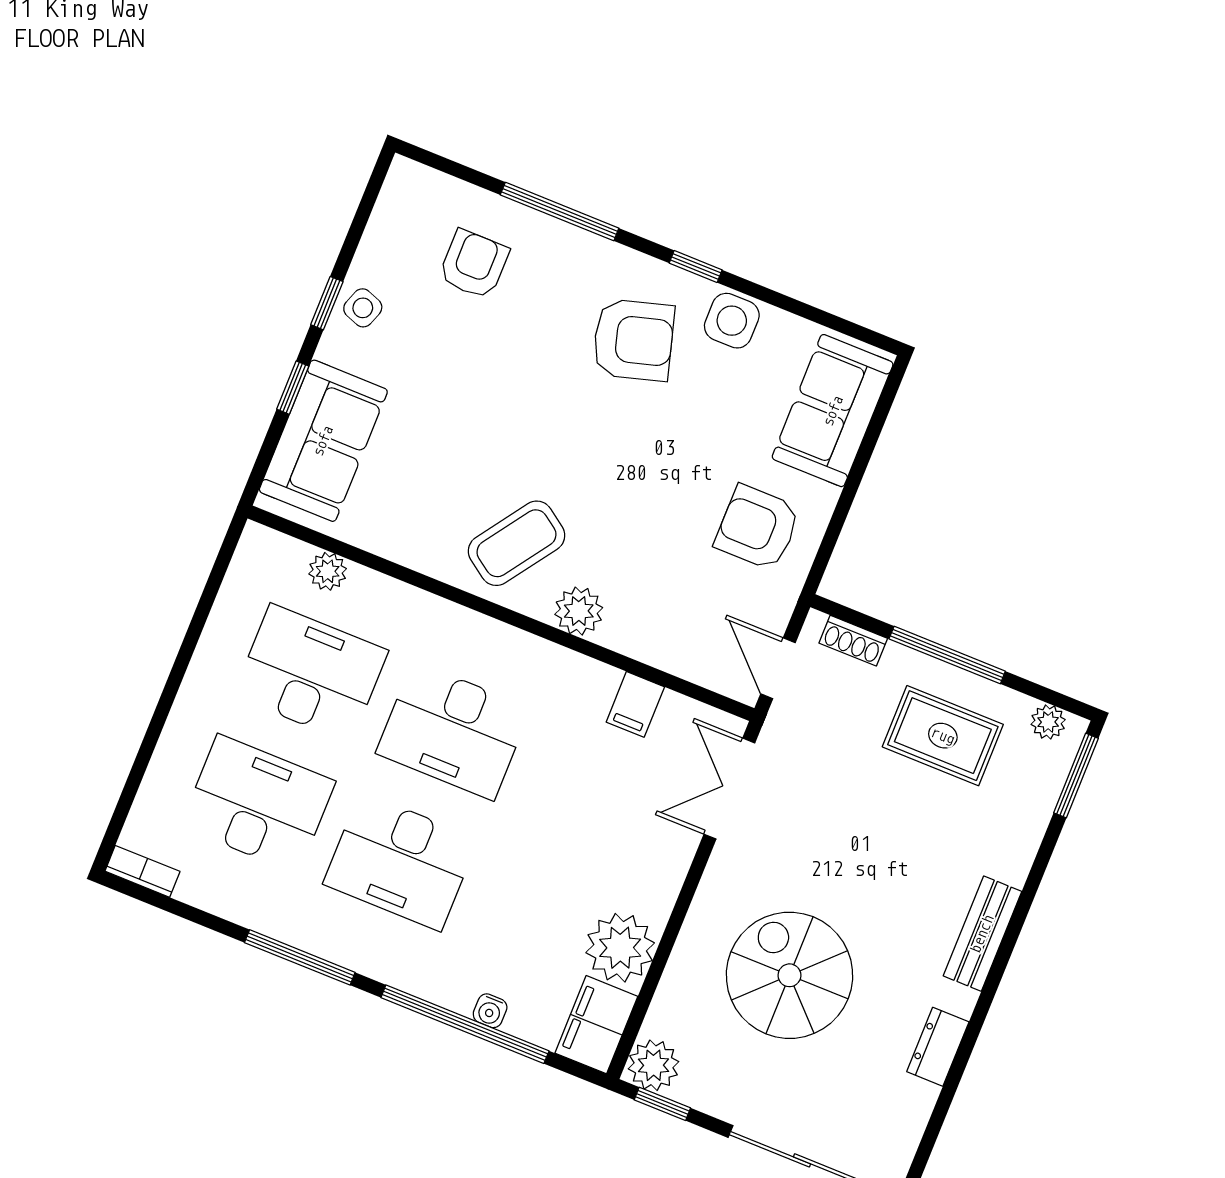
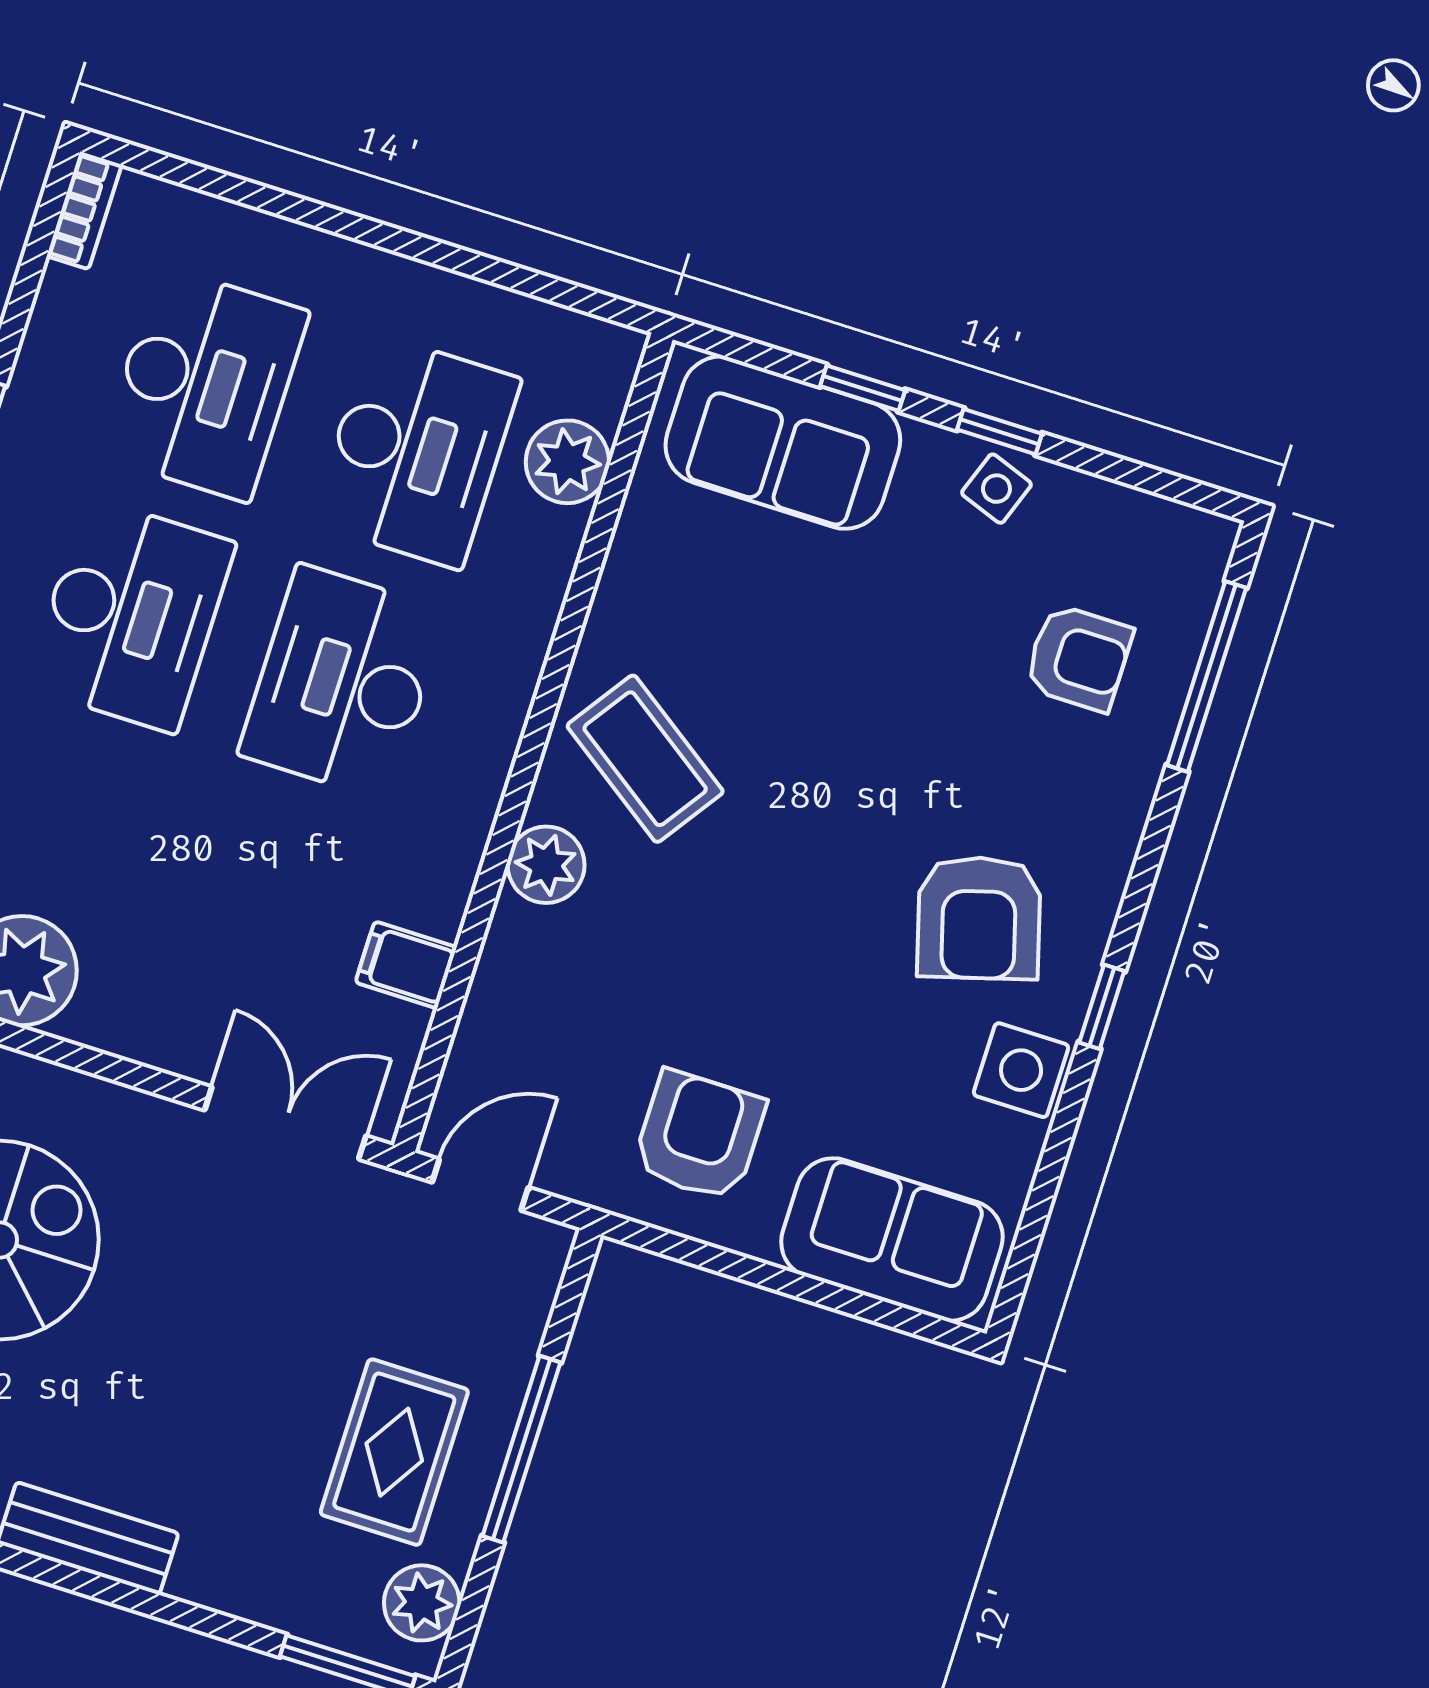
window: (560, 212) -> (1207, 676), moved
plant: (328, 571) -> (567, 462), width x1.38, depth x1.38
shoe rack: (853, 641) -> (533, 1300), removed
plant: (1048, 722) -> (422, 1603), width x1.38, depth x1.38
desk: (401, 861) -> (131, 615), turned 180

